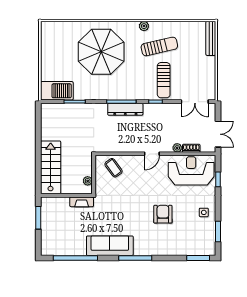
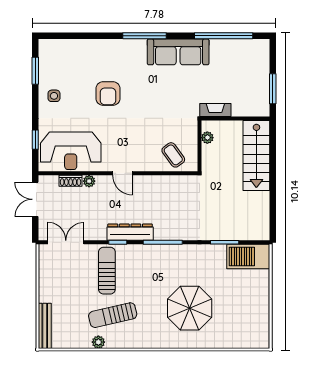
plant: (144, 26) -> (98, 342), moved
parasol: (101, 52) -> (190, 308), width x0.73, depth x0.73
dresser: (125, 109) -> (130, 232), moved
door: (152, 154) -> (123, 173), swing flipped
window: (198, 258) -> (61, 36), removed

